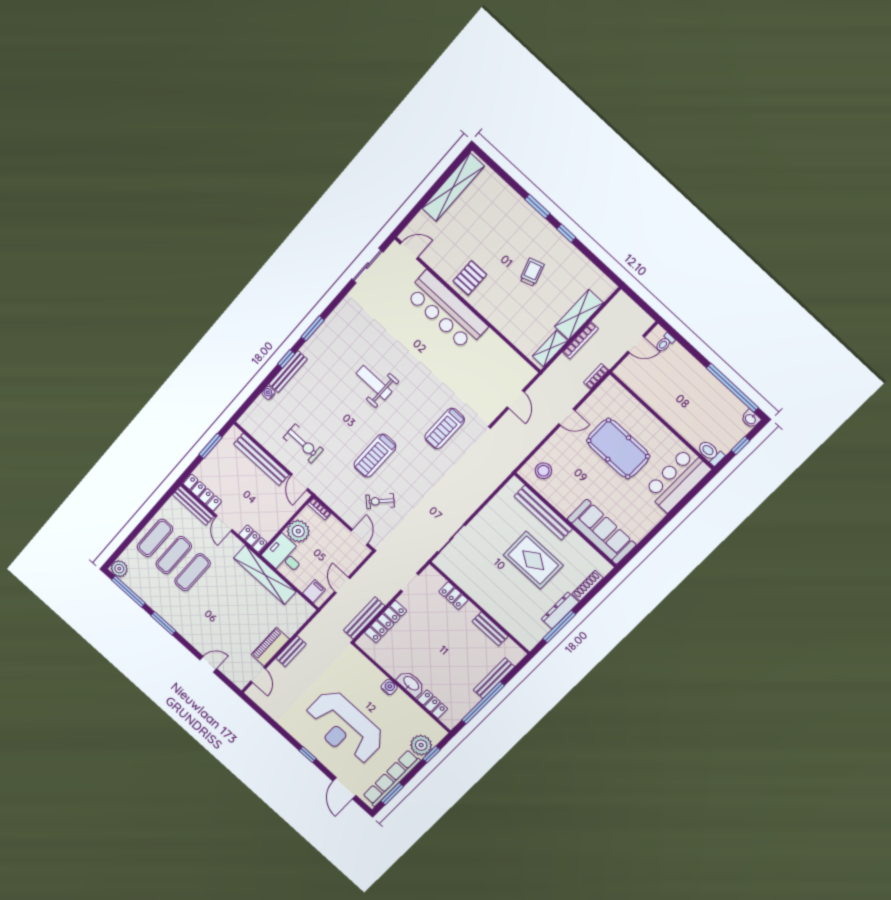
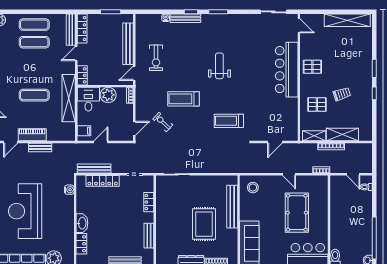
pallet: (517, 312) -> (317, 104), added
exercise mat: (192, 572) -> (34, 95), moved
water cooler: (389, 687) -> (69, 190), moved

